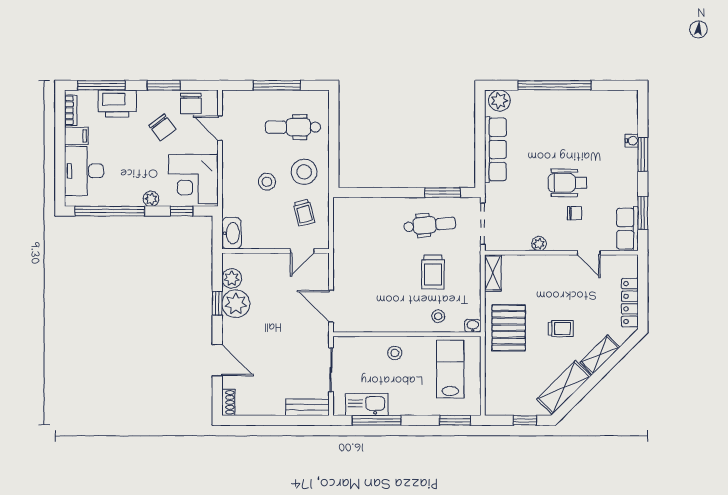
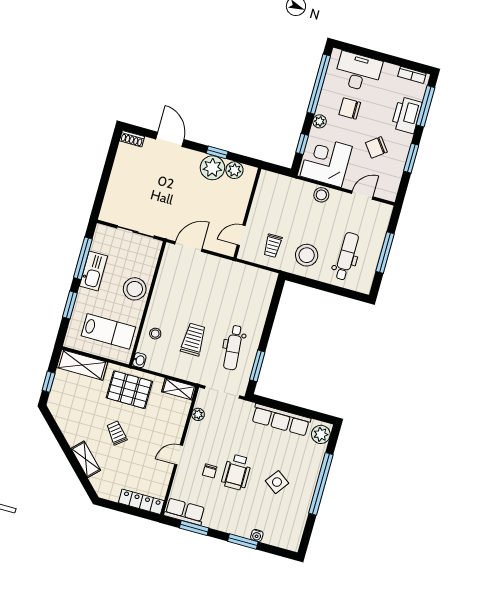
chair: (191, 103) -> (350, 109), moved
side table: (566, 135) -> (277, 482), added
filing cabinet: (76, 136) -> (389, 74), removed
stool: (267, 182) -> (321, 195), moved
wheelchair: (567, 183) -> (237, 472), turned 180
trolley: (304, 213) -> (273, 246), turned -75
washbasin: (232, 233) -> (272, 181), removed
plant: (539, 244) -> (198, 414), moved
door: (302, 251) -> (241, 235), hinge flipped
door: (589, 253) -> (179, 455), moved
trolley: (433, 272) -> (193, 339), turned 90
locker: (630, 303) -> (141, 502), moved
trolley: (561, 329) -> (117, 433), turned 141
stool: (395, 353) -> (135, 289), width x1.89, depth x1.89
door: (217, 360) -> (170, 139), swing flipped
shelving: (564, 388) -> (82, 365), moved, turned -45
kitchen sink: (367, 404) -> (93, 271), moved
bench: (307, 407) -> (110, 204), removed
window: (455, 420) -> (70, 305), moved

